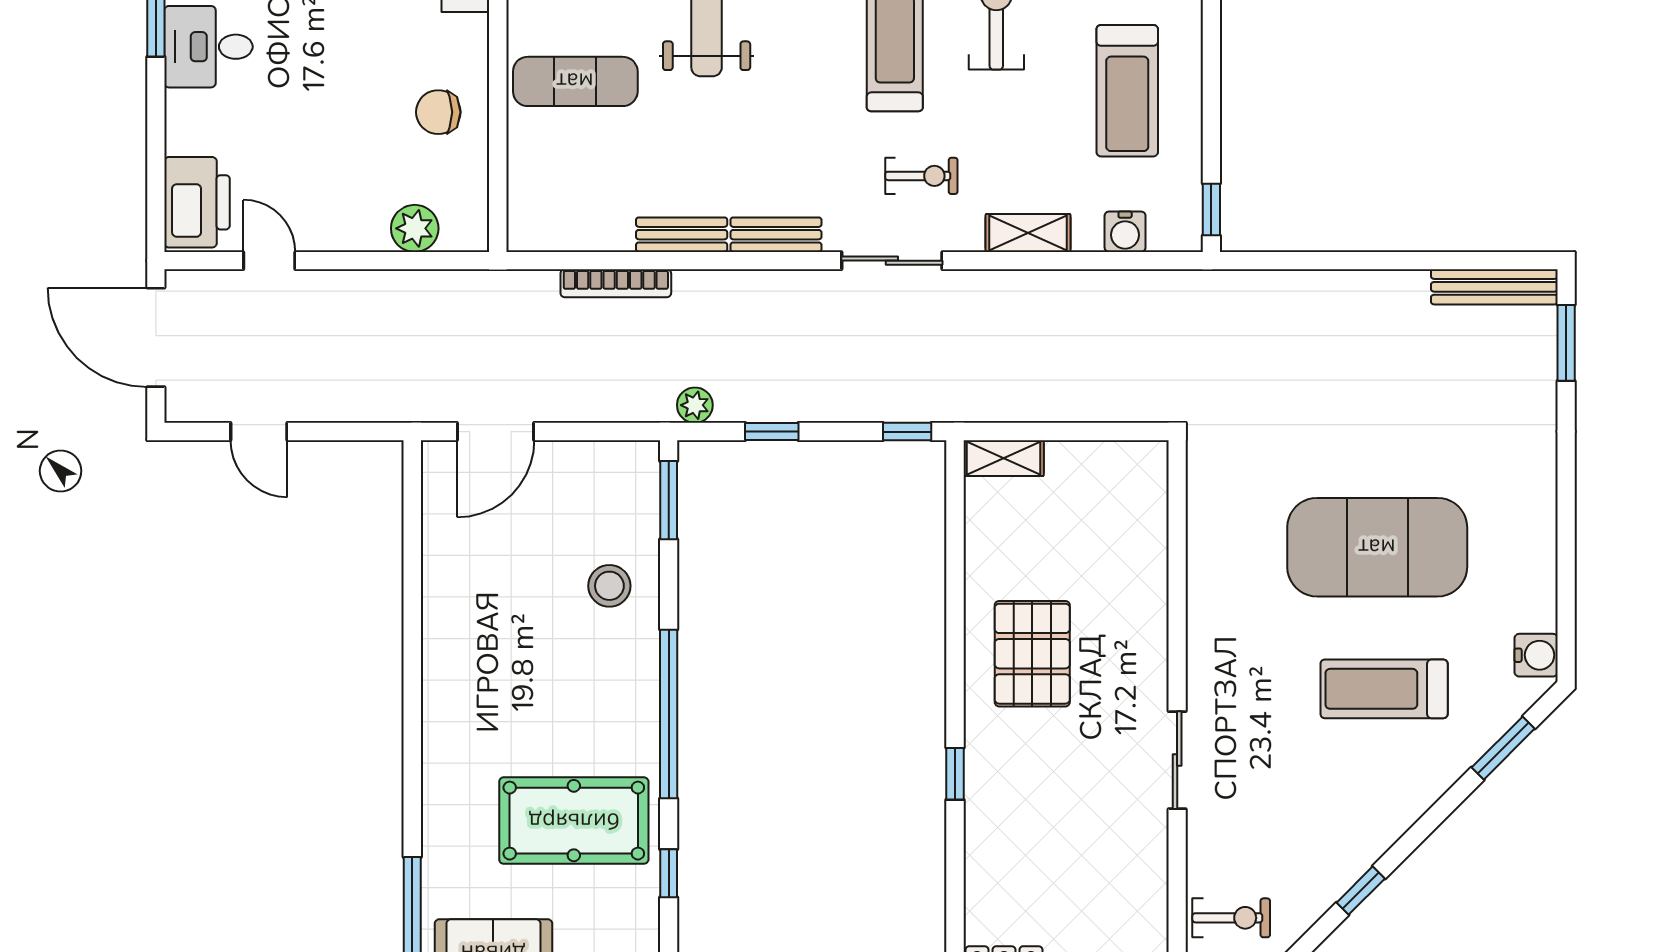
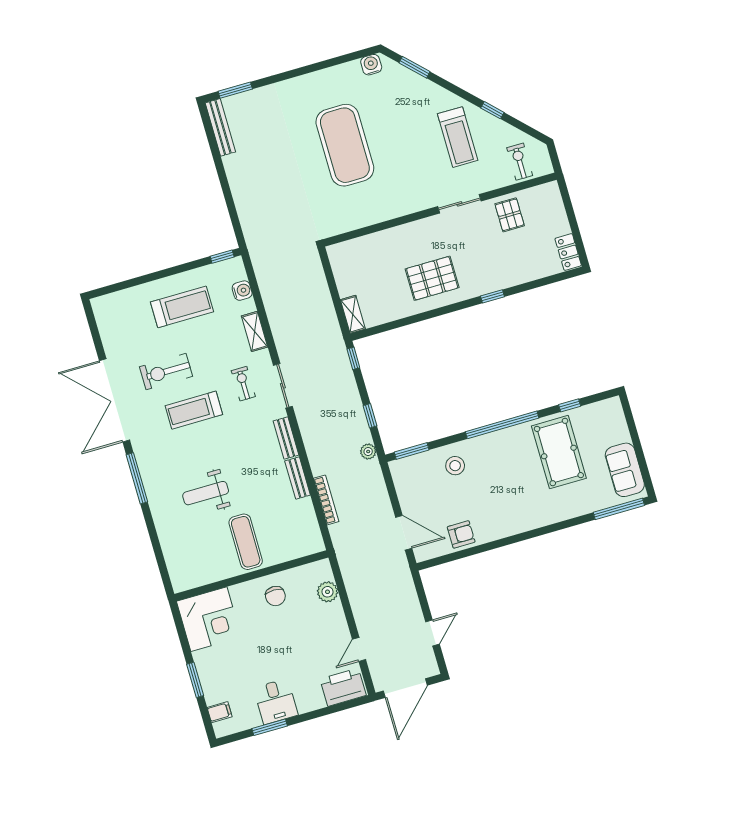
armchair: (456, 556) -> (461, 534), added
treadmill: (1384, 689) -> (458, 137), moved
pallet: (1122, 862) -> (510, 215), added

